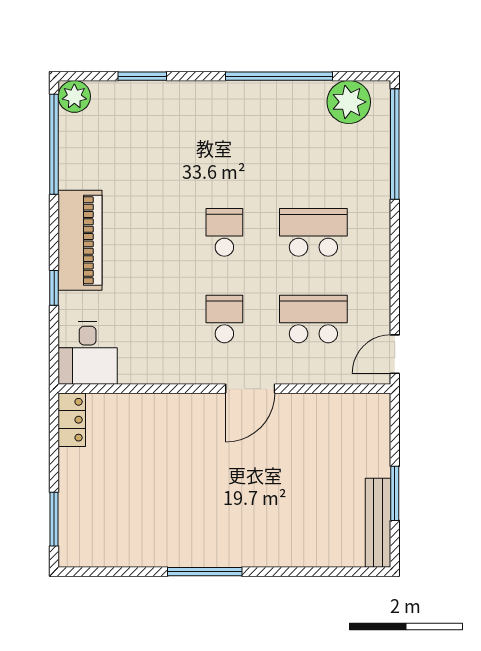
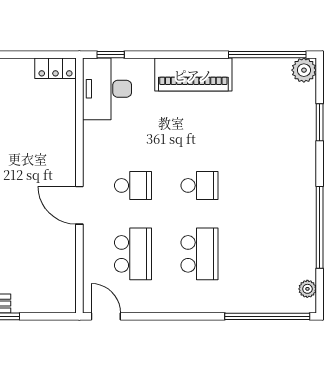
plant: (349, 102) -> (307, 289), width x0.53, depth x0.53
window: (54, 288) -> (111, 55), moved
desk: (88, 353) -> (107, 89), width x1.37

